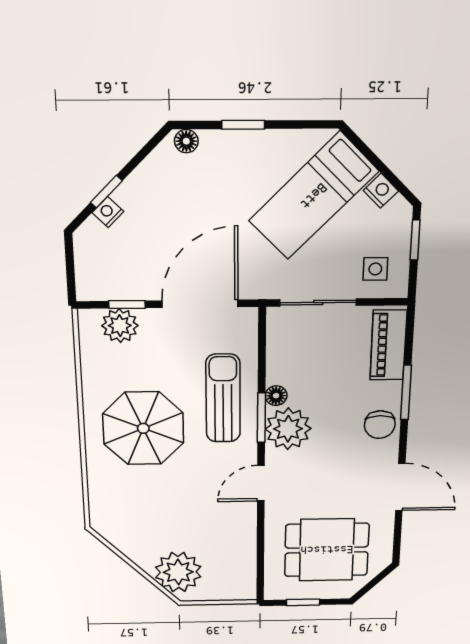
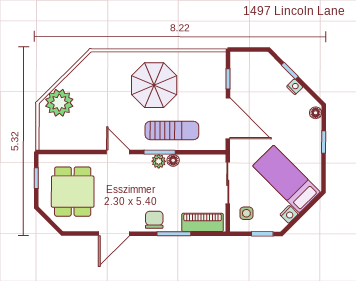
nightstand: (108, 212) -> (295, 87), moved
plant: (120, 326) -> (216, 74), removed
chair: (380, 425) -> (154, 220), turned 90
plant: (288, 429) -> (159, 161), width x0.53, depth x0.53

